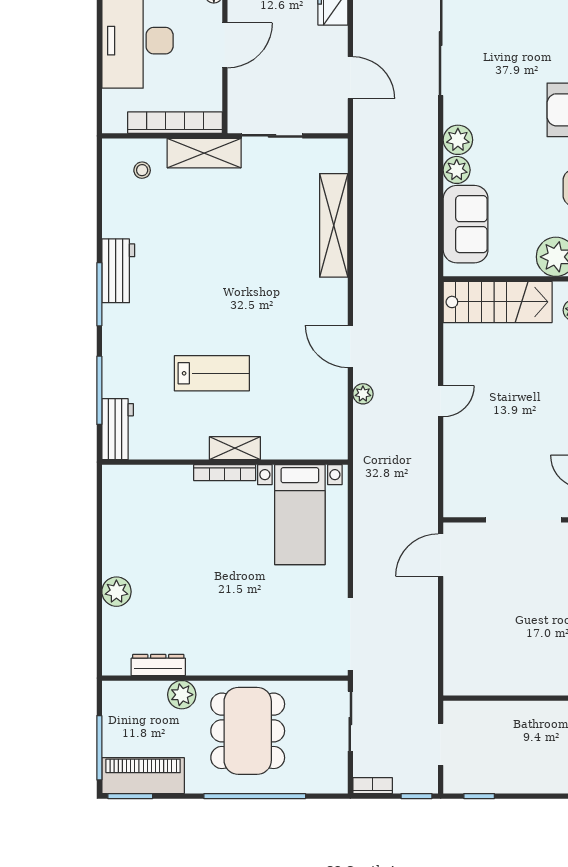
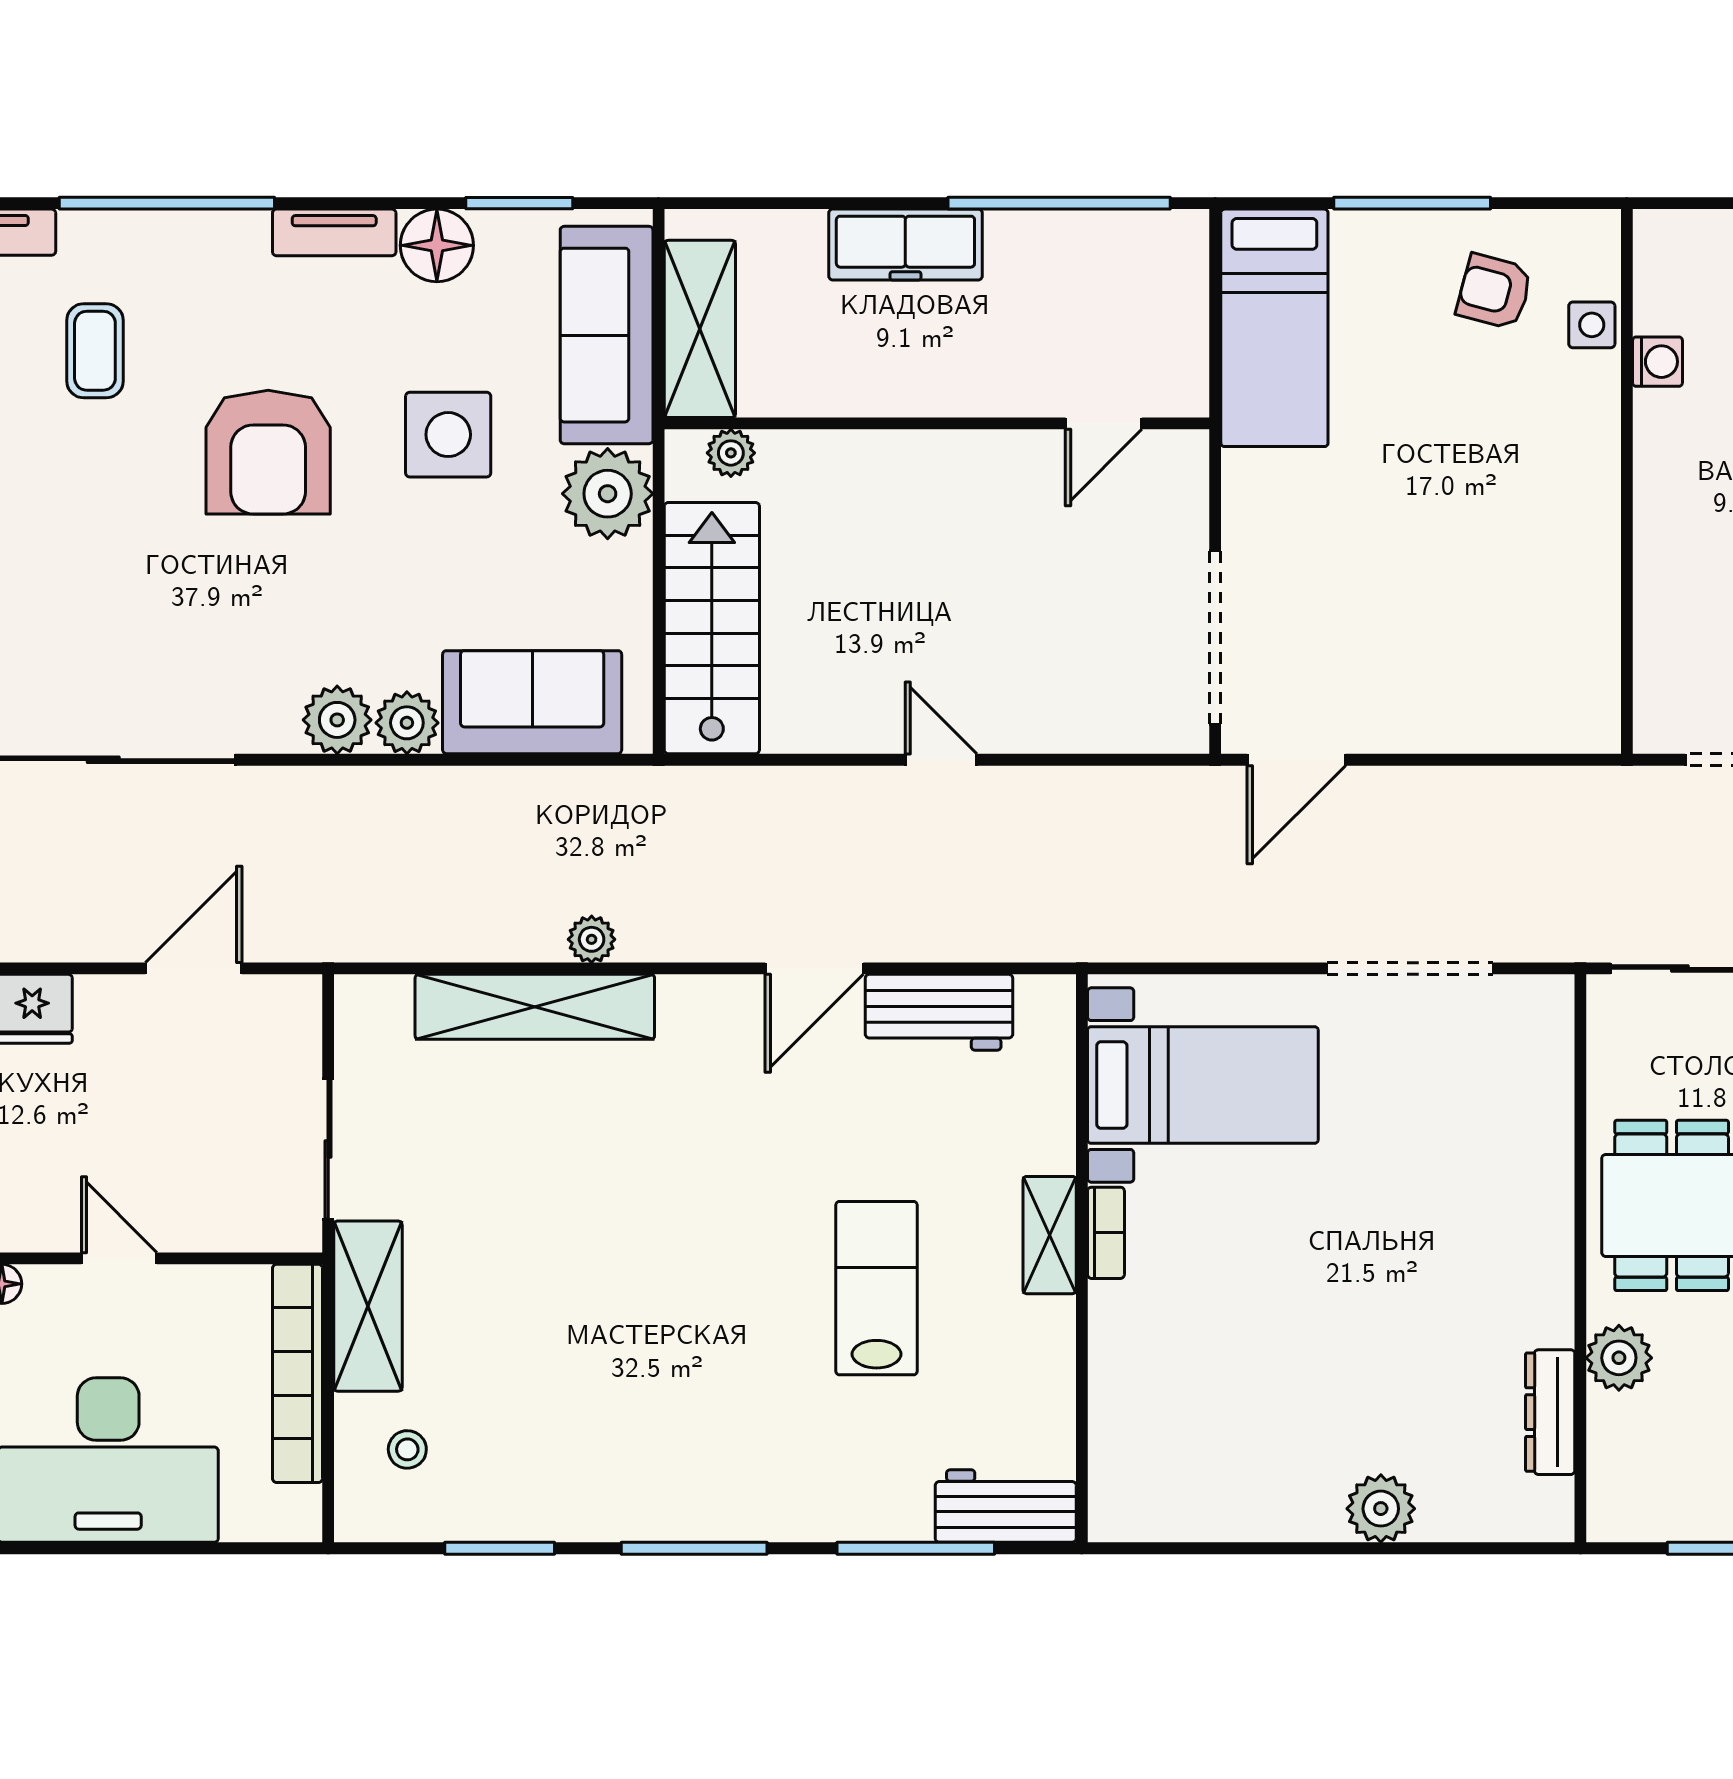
door: (225, 45) -> (119, 1258), width x0.73
window: (99, 210) -> (500, 1548), added
workbench: (118, 271) -> (939, 1012), moved, turned 180
plant: (363, 394) -> (592, 939), moved
bookcase: (225, 473) -> (1106, 1233), width x0.64
doorway: (524, 520) -> (1215, 637), moved
door: (441, 555) -> (1296, 760), hinge flipped
doorway: (350, 634) -> (1410, 968), moved

